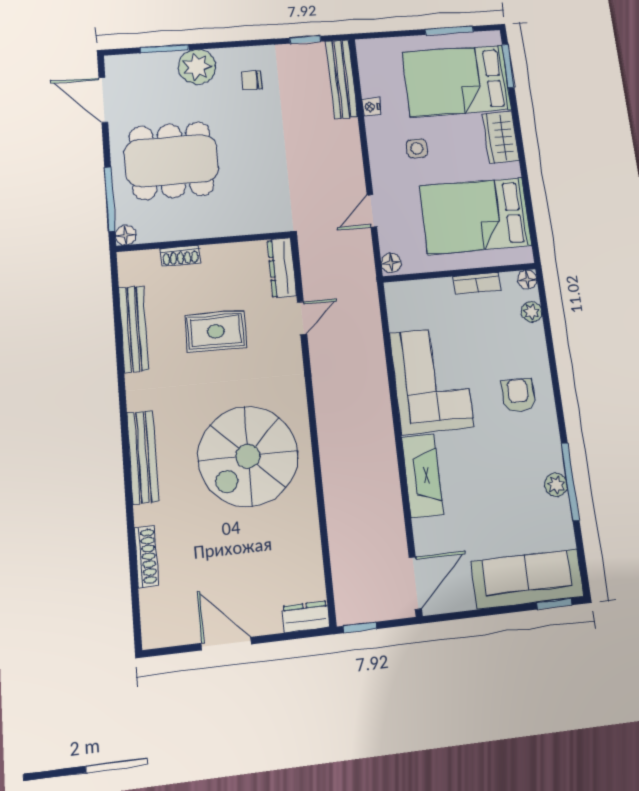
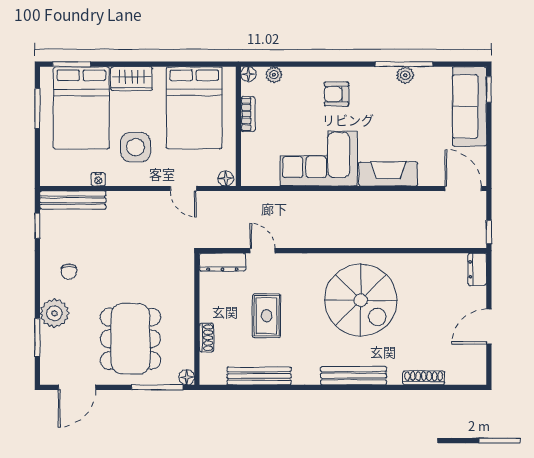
side table: (417, 148) -> (135, 147), width x1.87, depth x1.87

